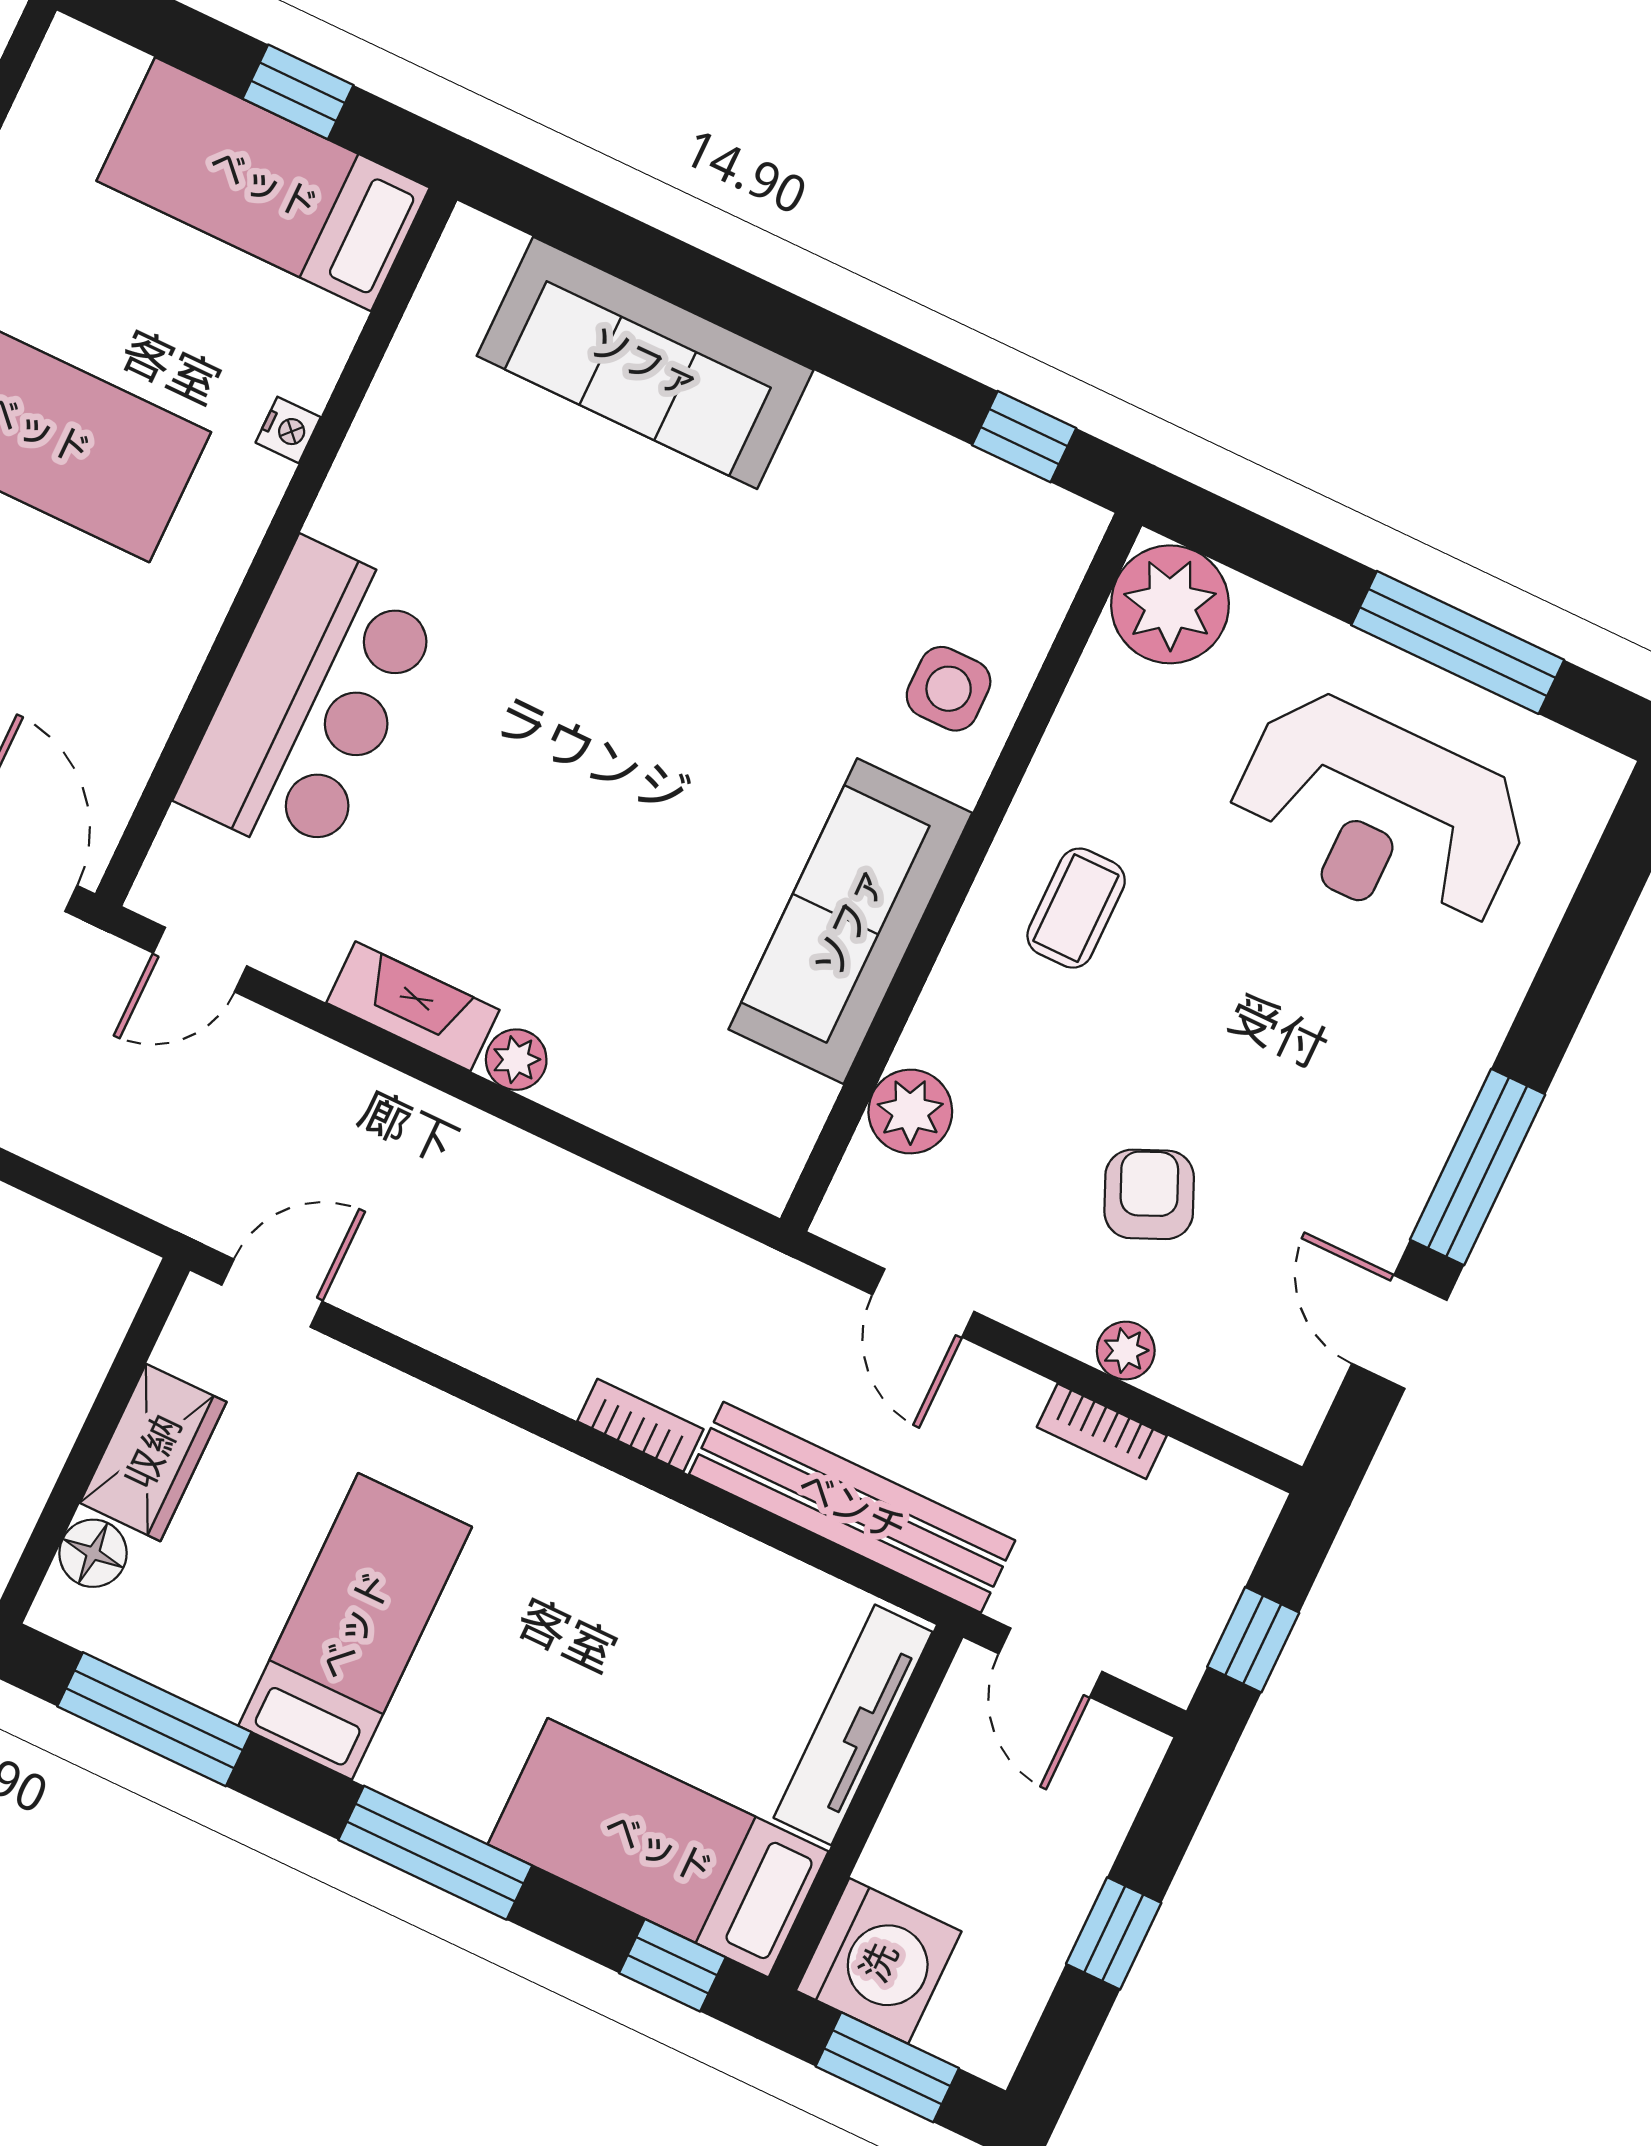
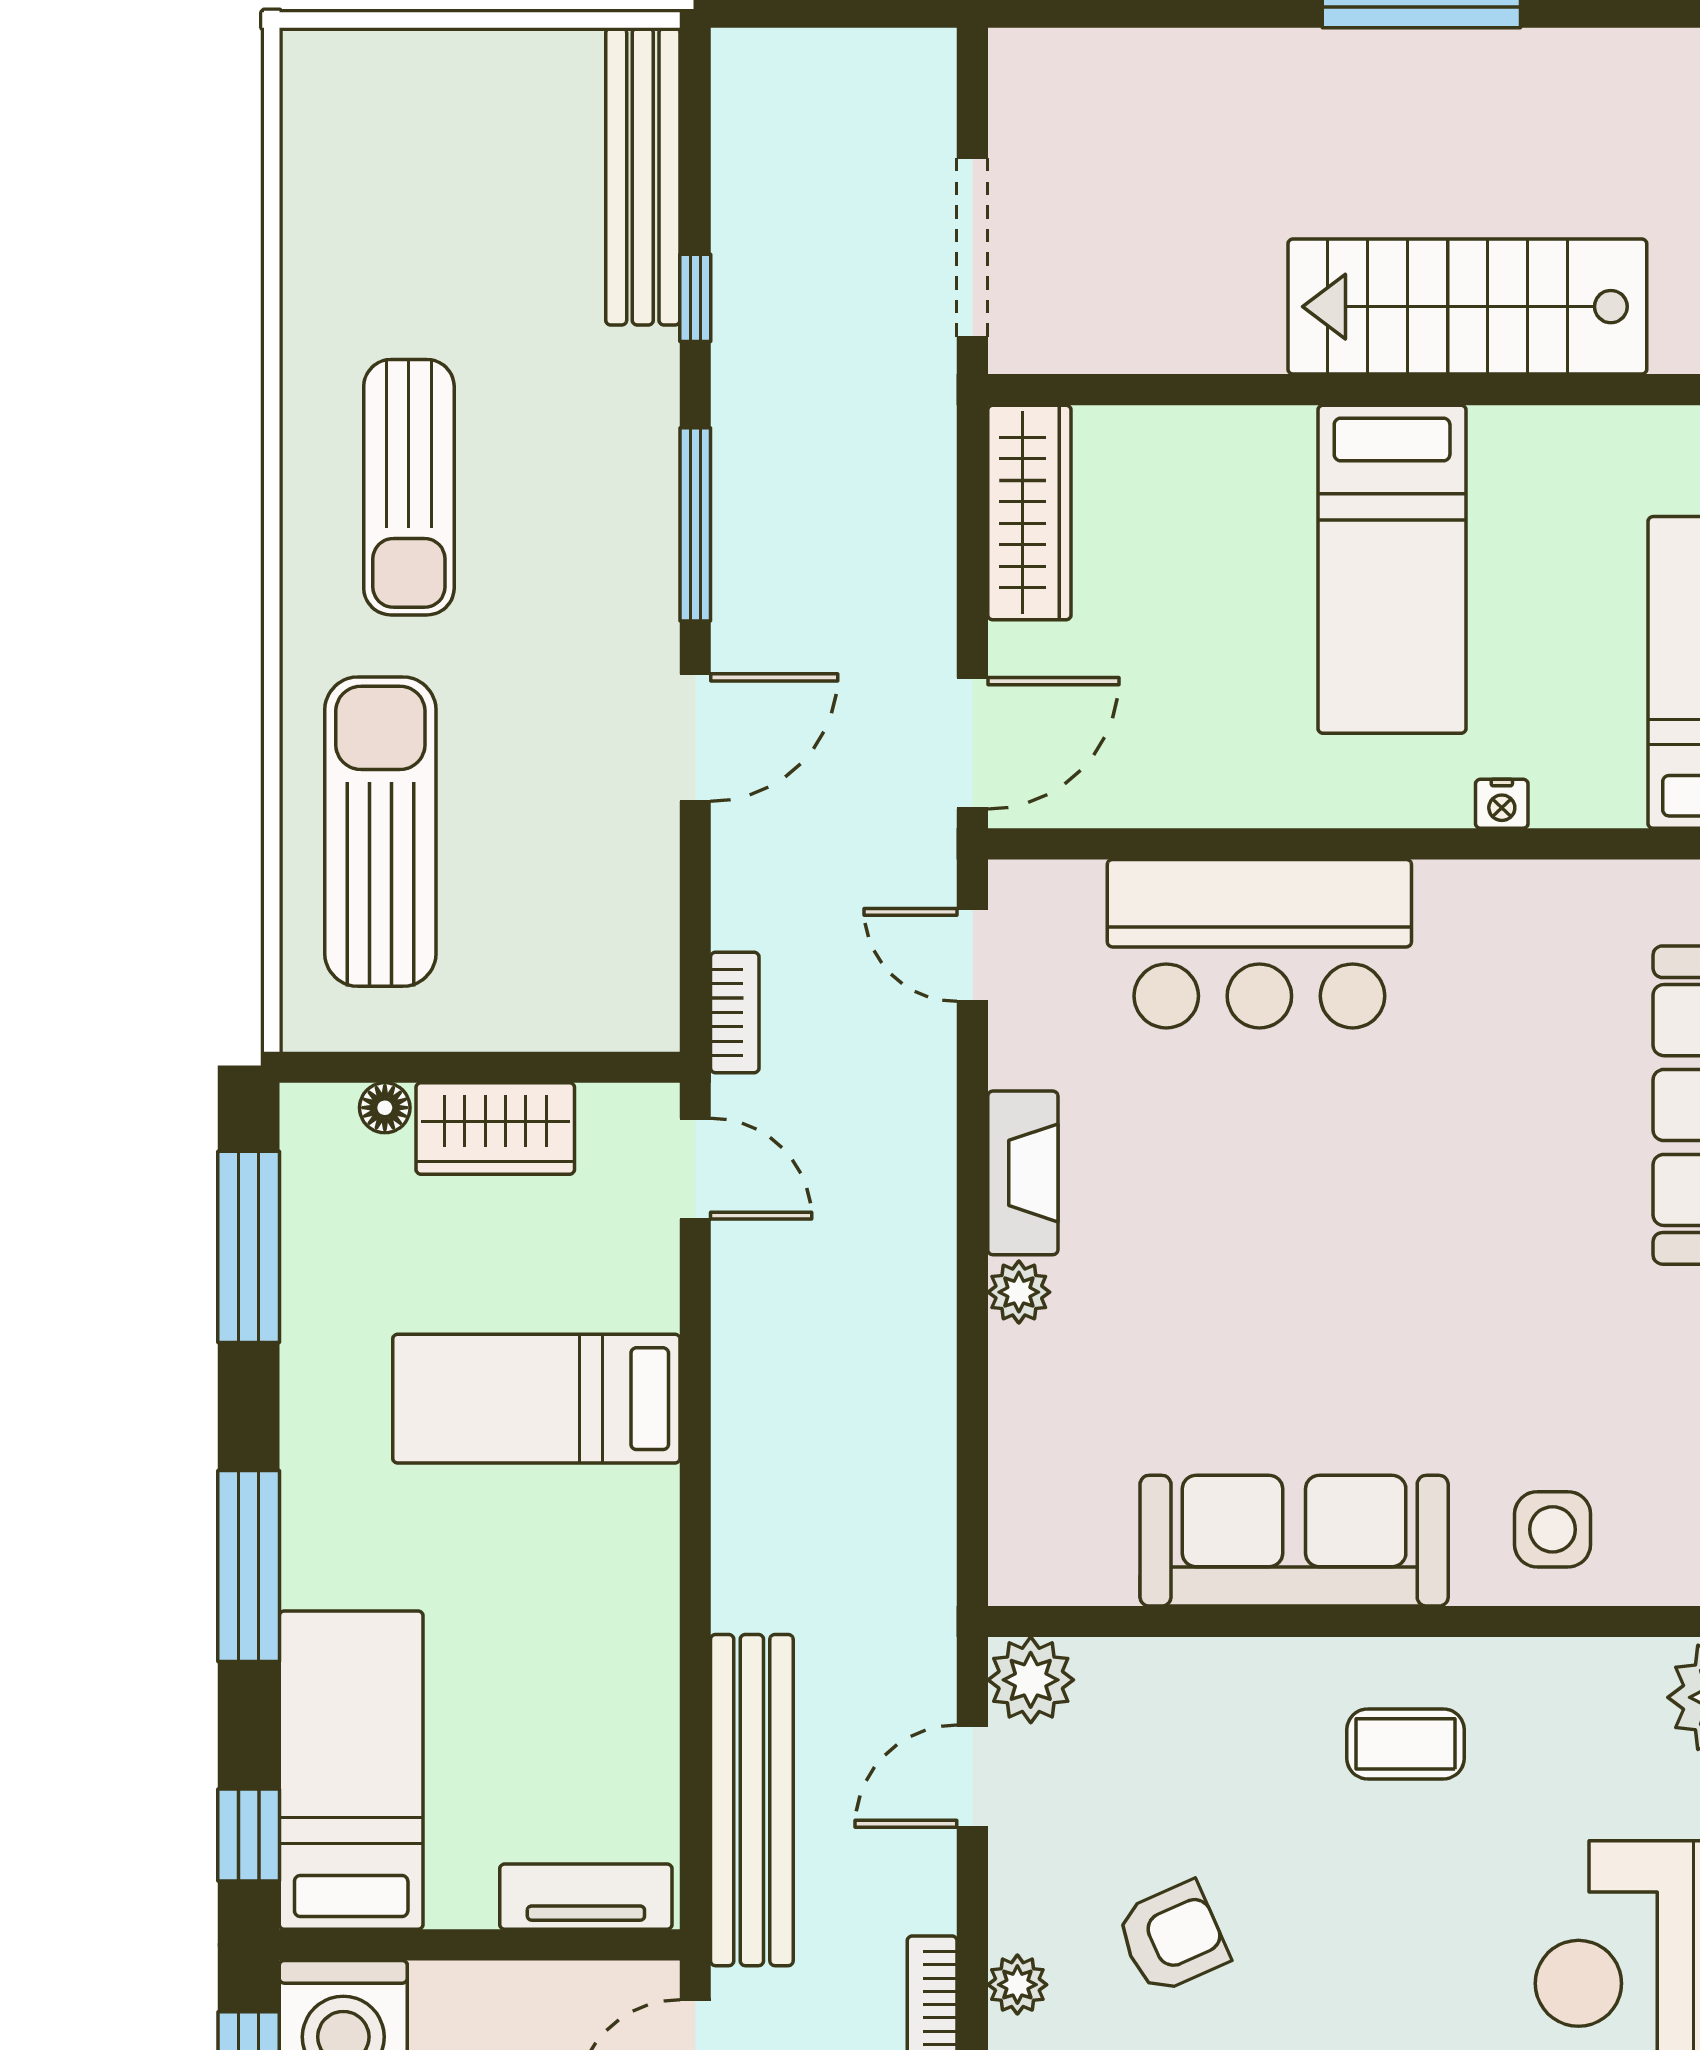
plant: (910, 1112) -> (1031, 1680), moved
bookcase: (640, 1425) -> (735, 1012), moved
floor lamp: (93, 1553) -> (385, 1108), width x0.73, depth x0.73
bed: (355, 1626) -> (536, 1399), moved, turned 180
tv unit: (853, 1725) -> (586, 1897), width x0.71

